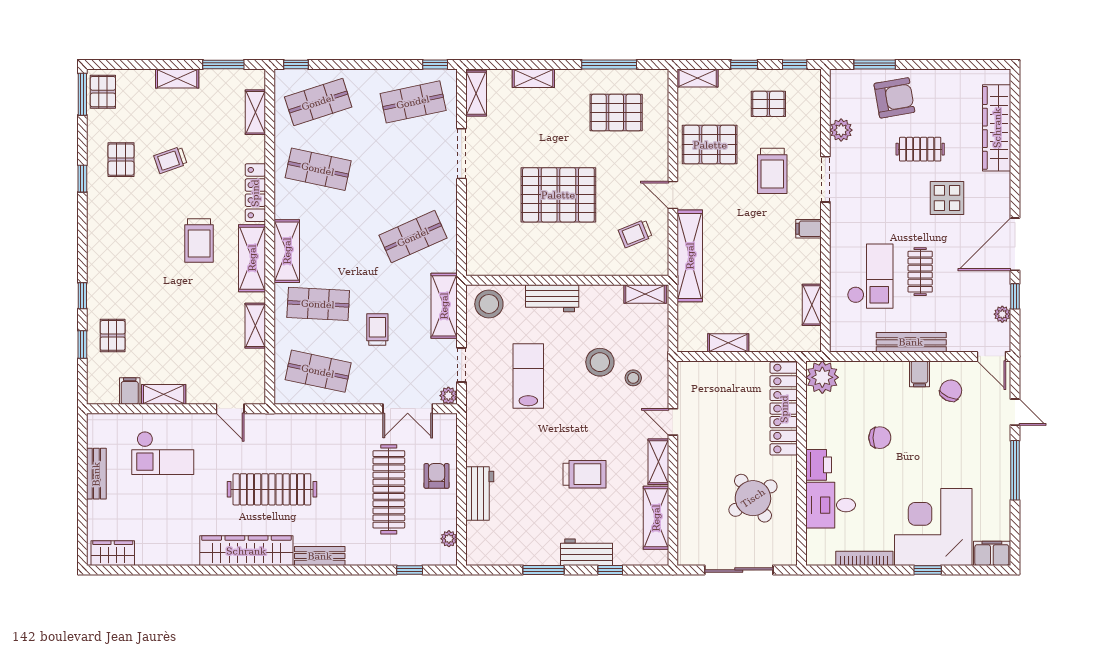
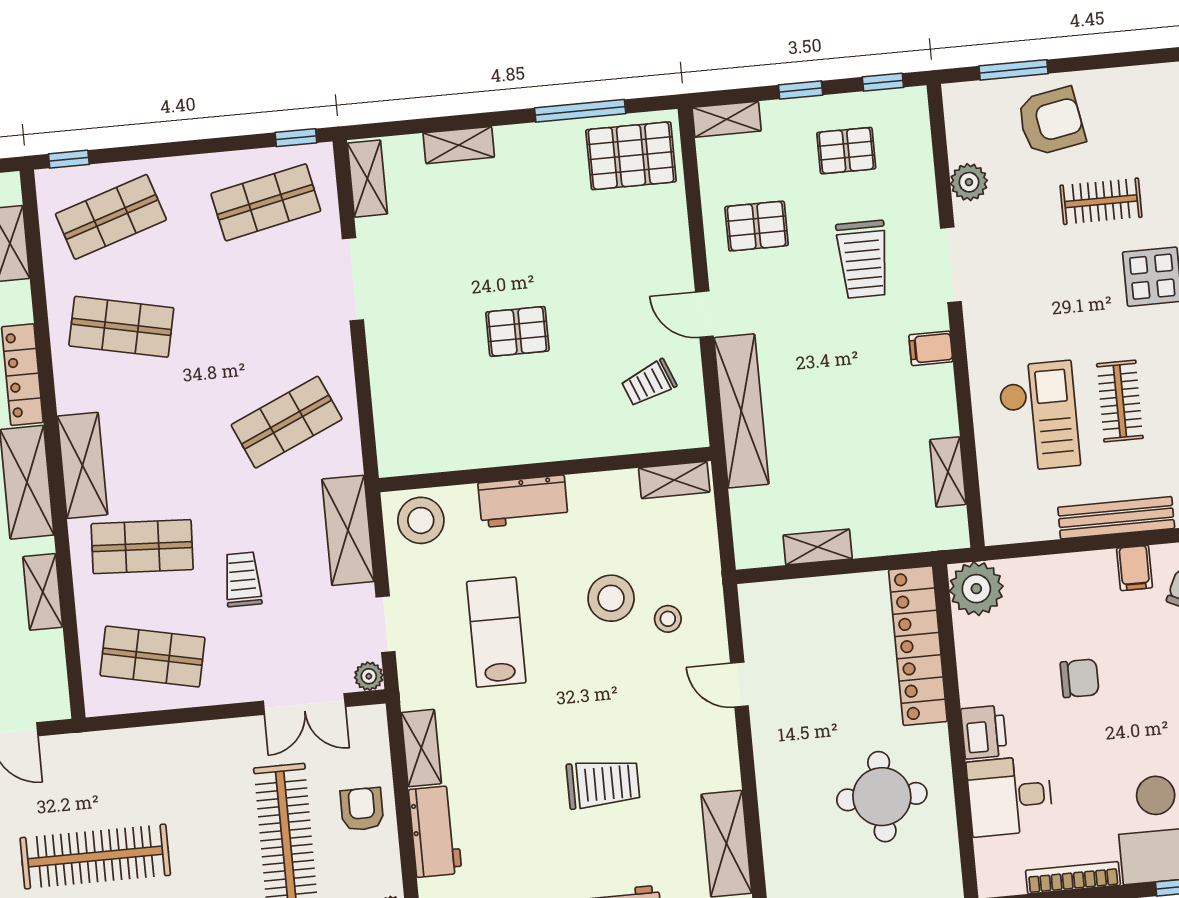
pallet: (616, 113) -> (631, 156), moved
pallet: (710, 145) -> (757, 226), width x0.67, depth x0.71
pallet: (558, 195) -> (517, 331), width x0.49, depth x0.50
shelving: (658, 462) -> (421, 748), moved
round table: (753, 498) -> (882, 797), turned 34

